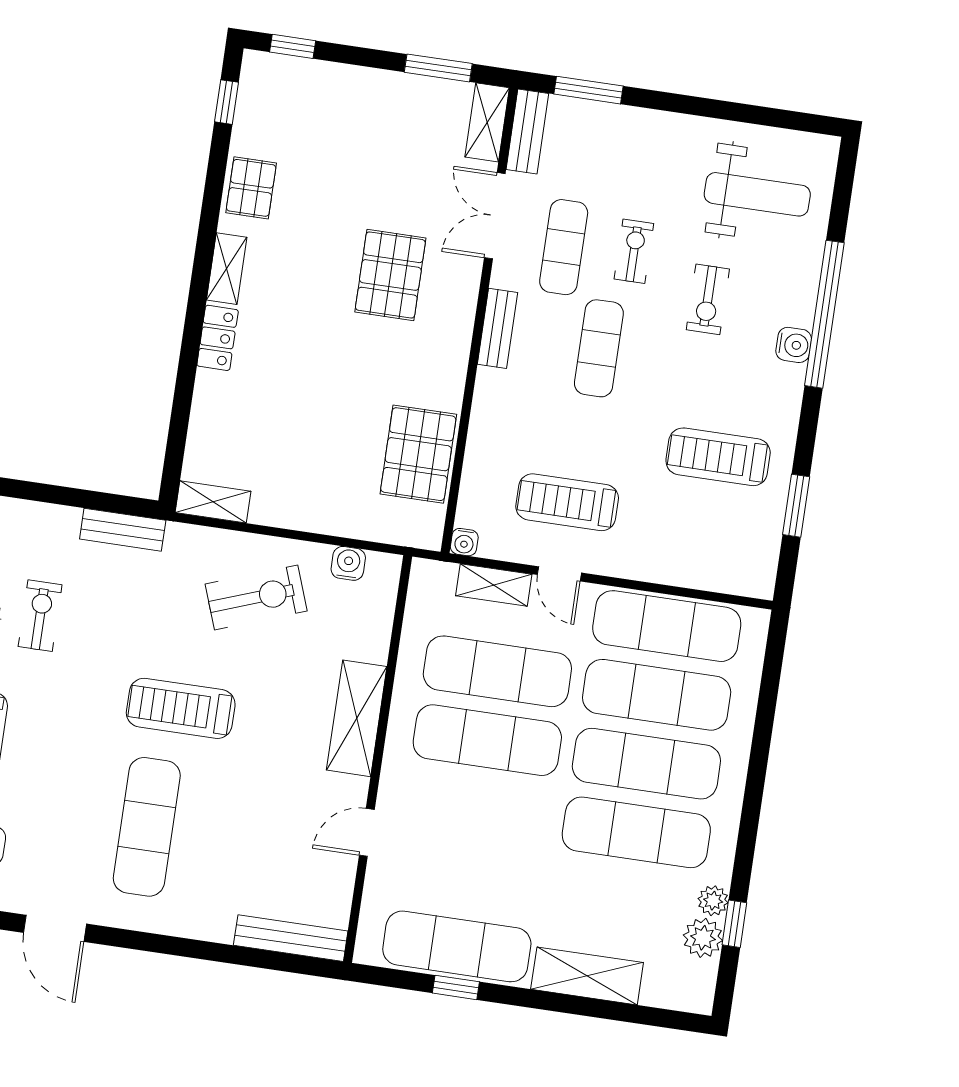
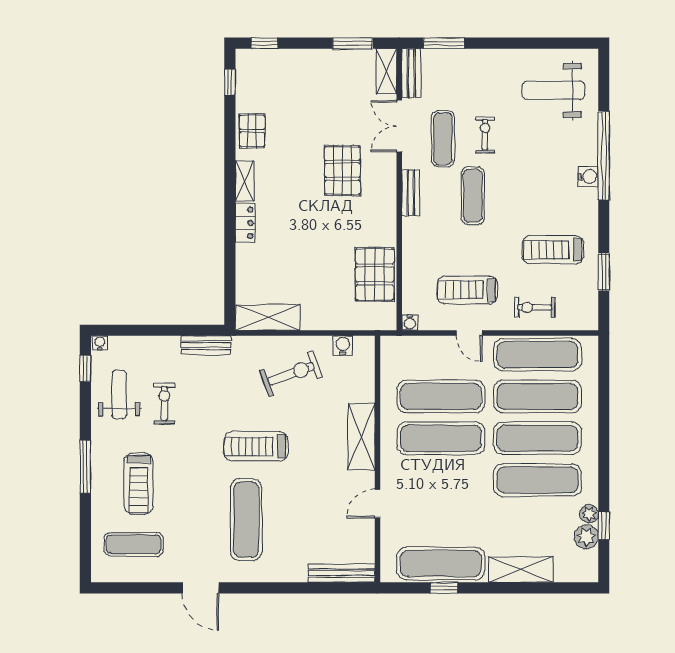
weight bench: (757, 194) -> (553, 90), turned 180
exercise bike: (708, 299) -> (535, 307), moved, turned 90
shelving: (213, 502) -> (268, 318), width x1.50, depth x1.33
shelving: (494, 585) -> (431, 345), removed

